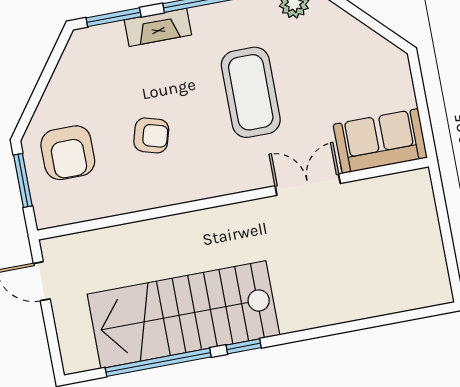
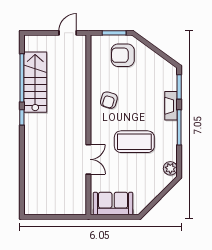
armchair: (151, 135) -> (109, 100), moved
sofa: (380, 141) -> (113, 204), moved, turned -90
stairs: (183, 315) -> (35, 82), width x0.73, depth x0.66

